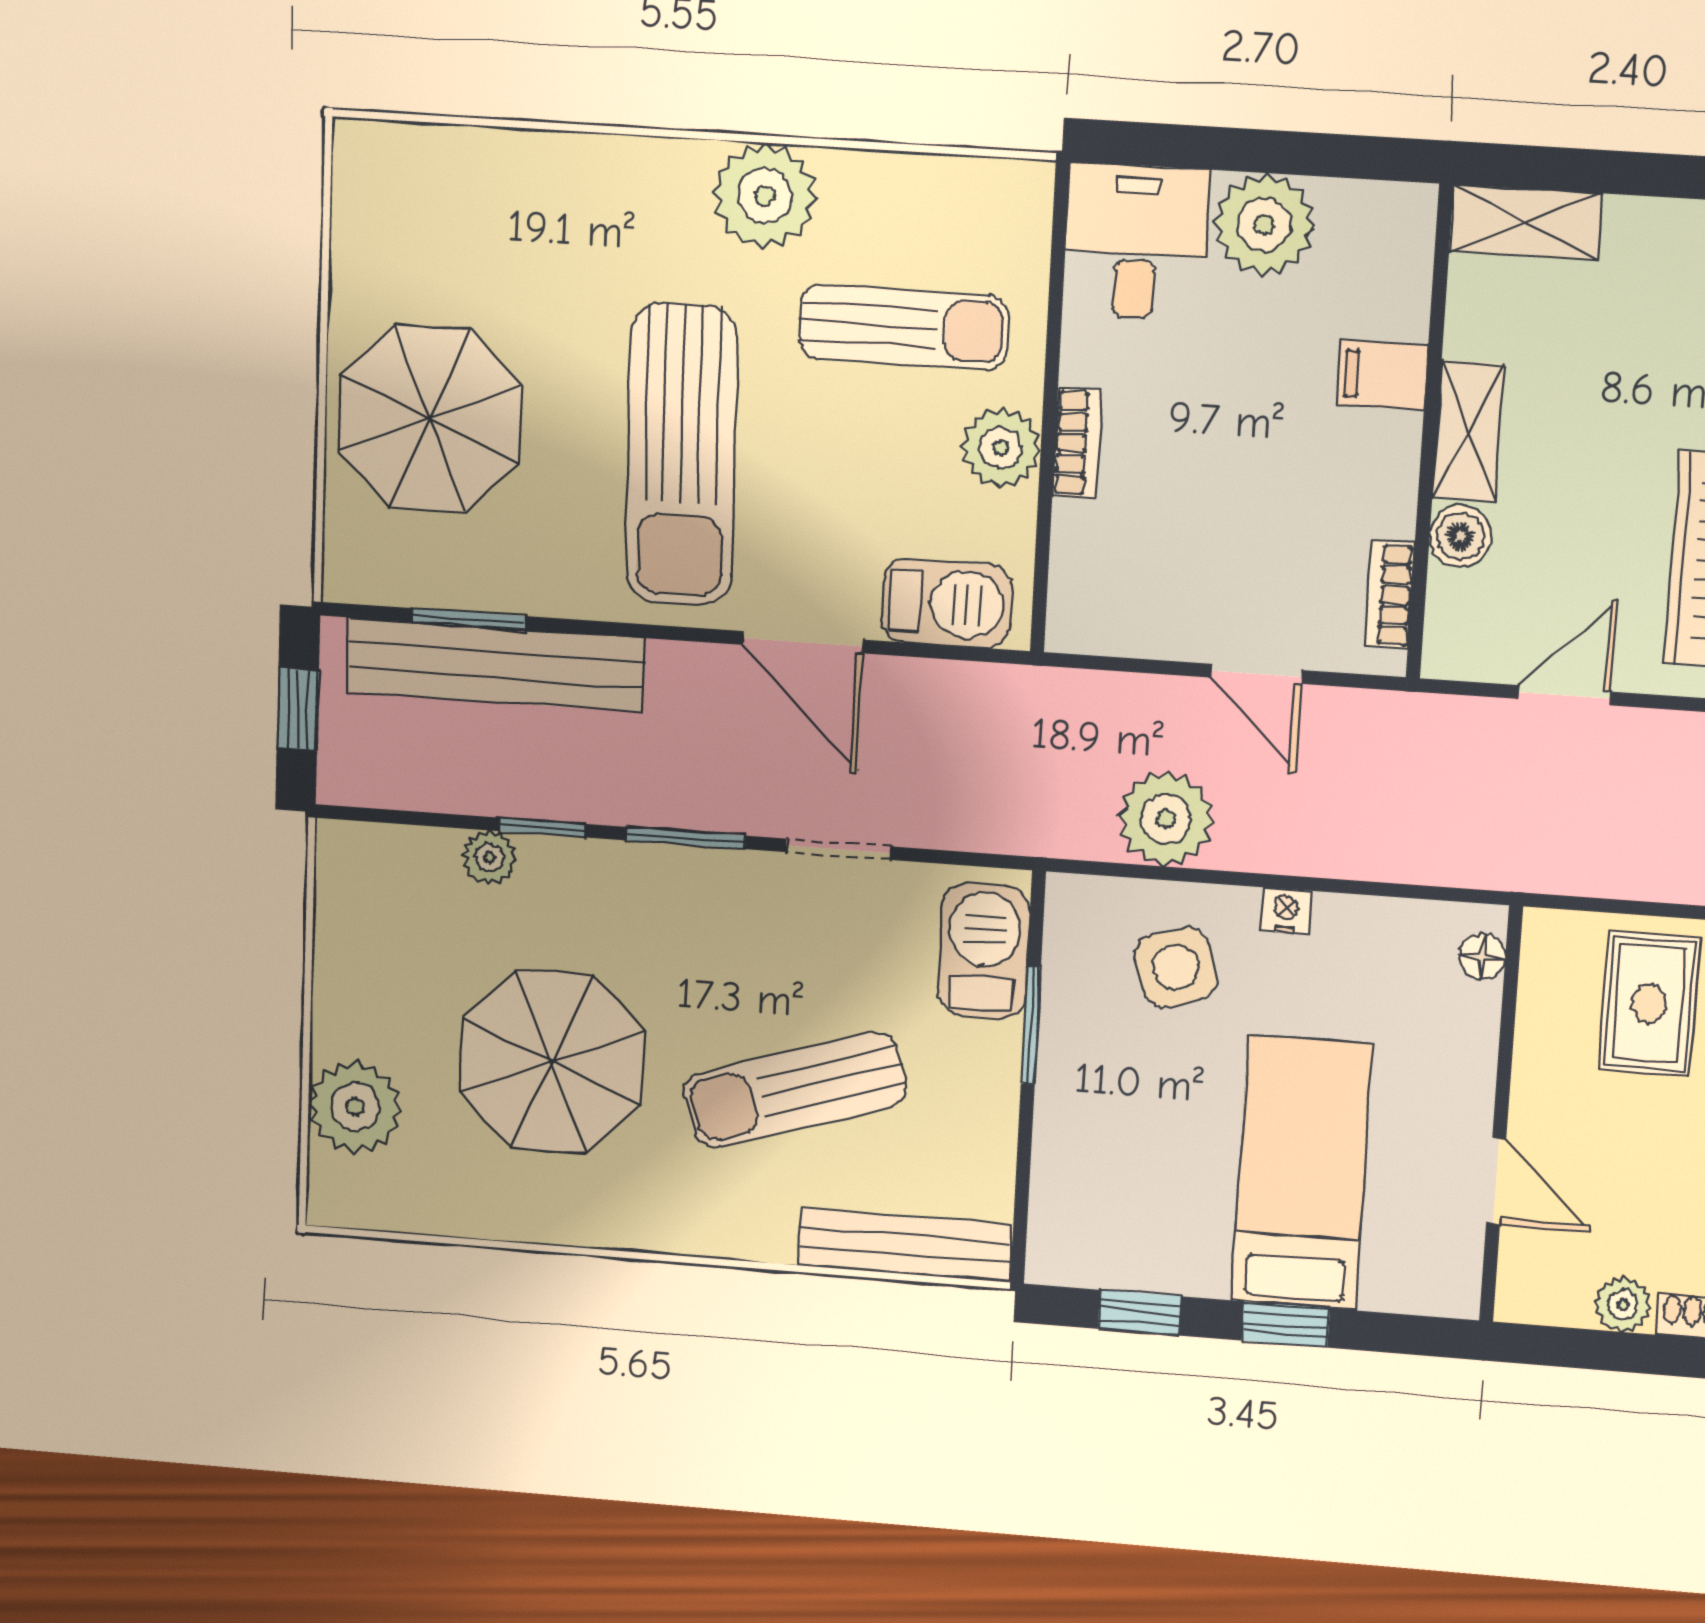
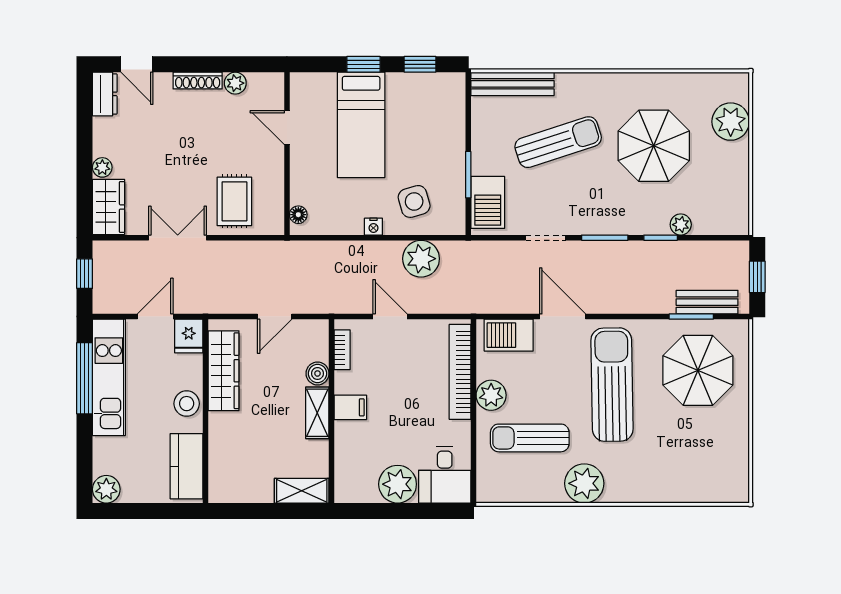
filing cabinet: (1382, 375) -> (350, 407), moved
parasol: (430, 419) -> (698, 370), moved
bookcase: (1077, 443) -> (460, 372), width x2.31, depth x1.31
bench: (496, 665) -> (707, 302), width x0.54, depth x0.82

